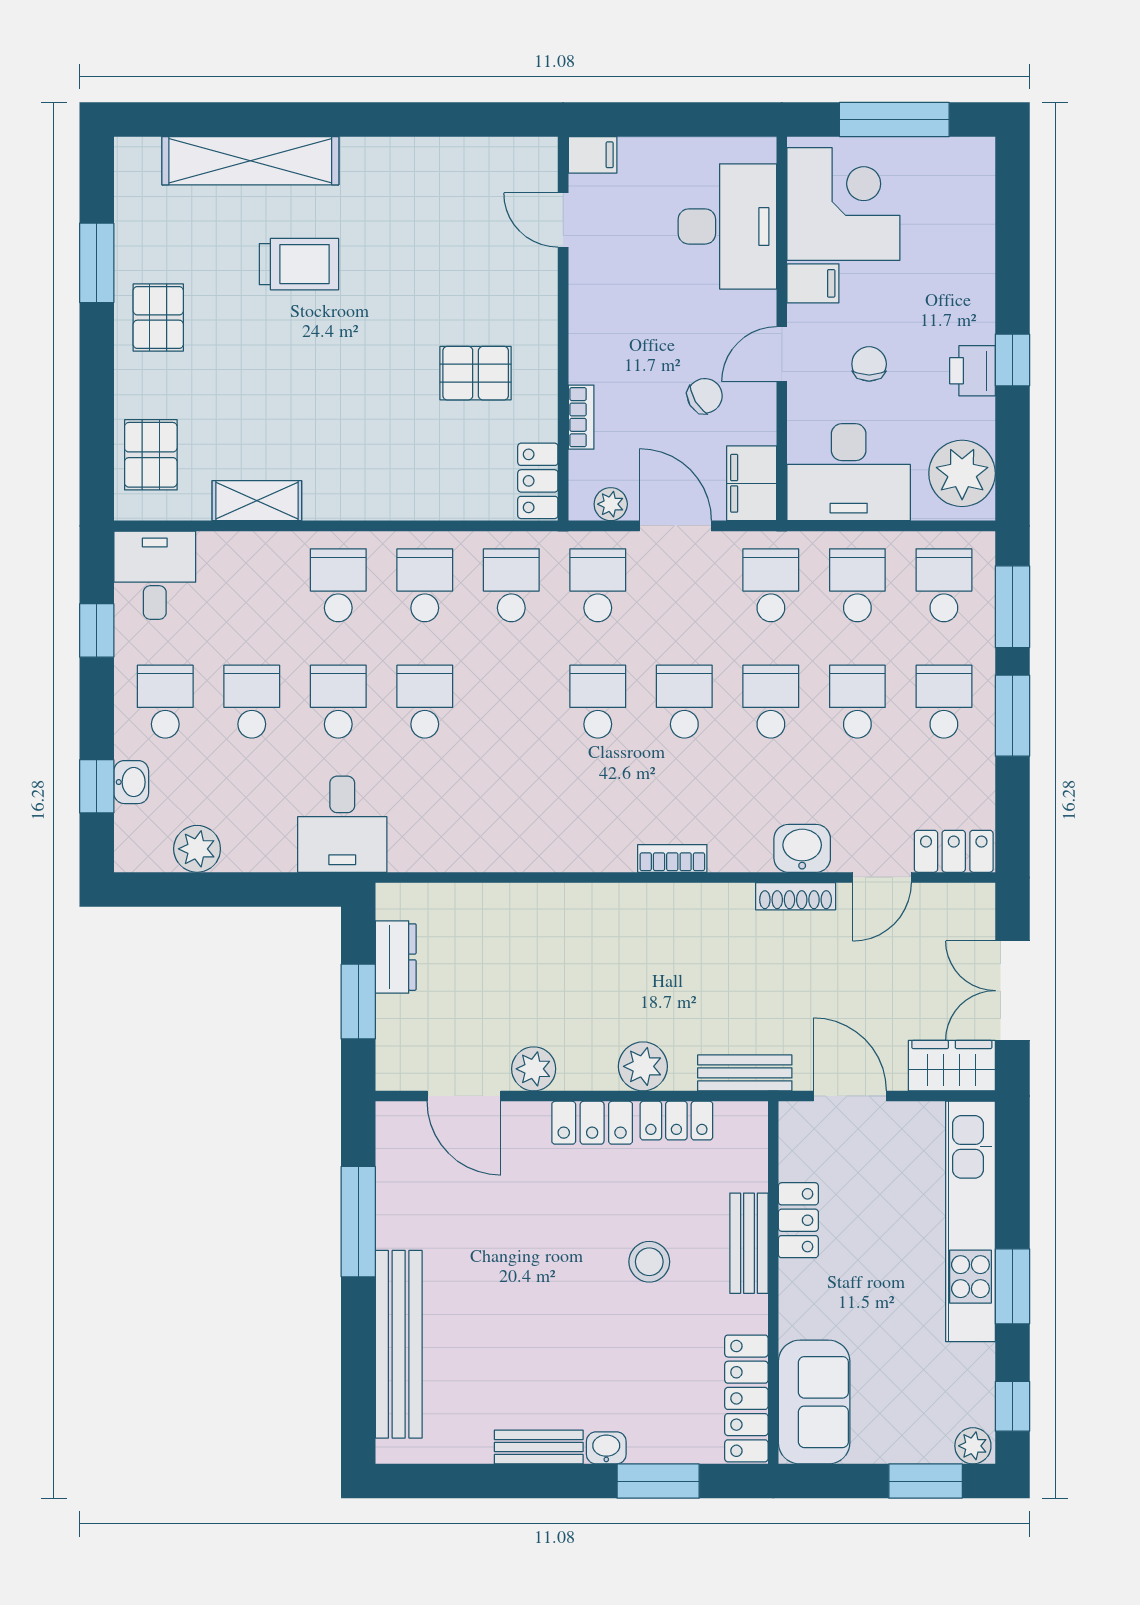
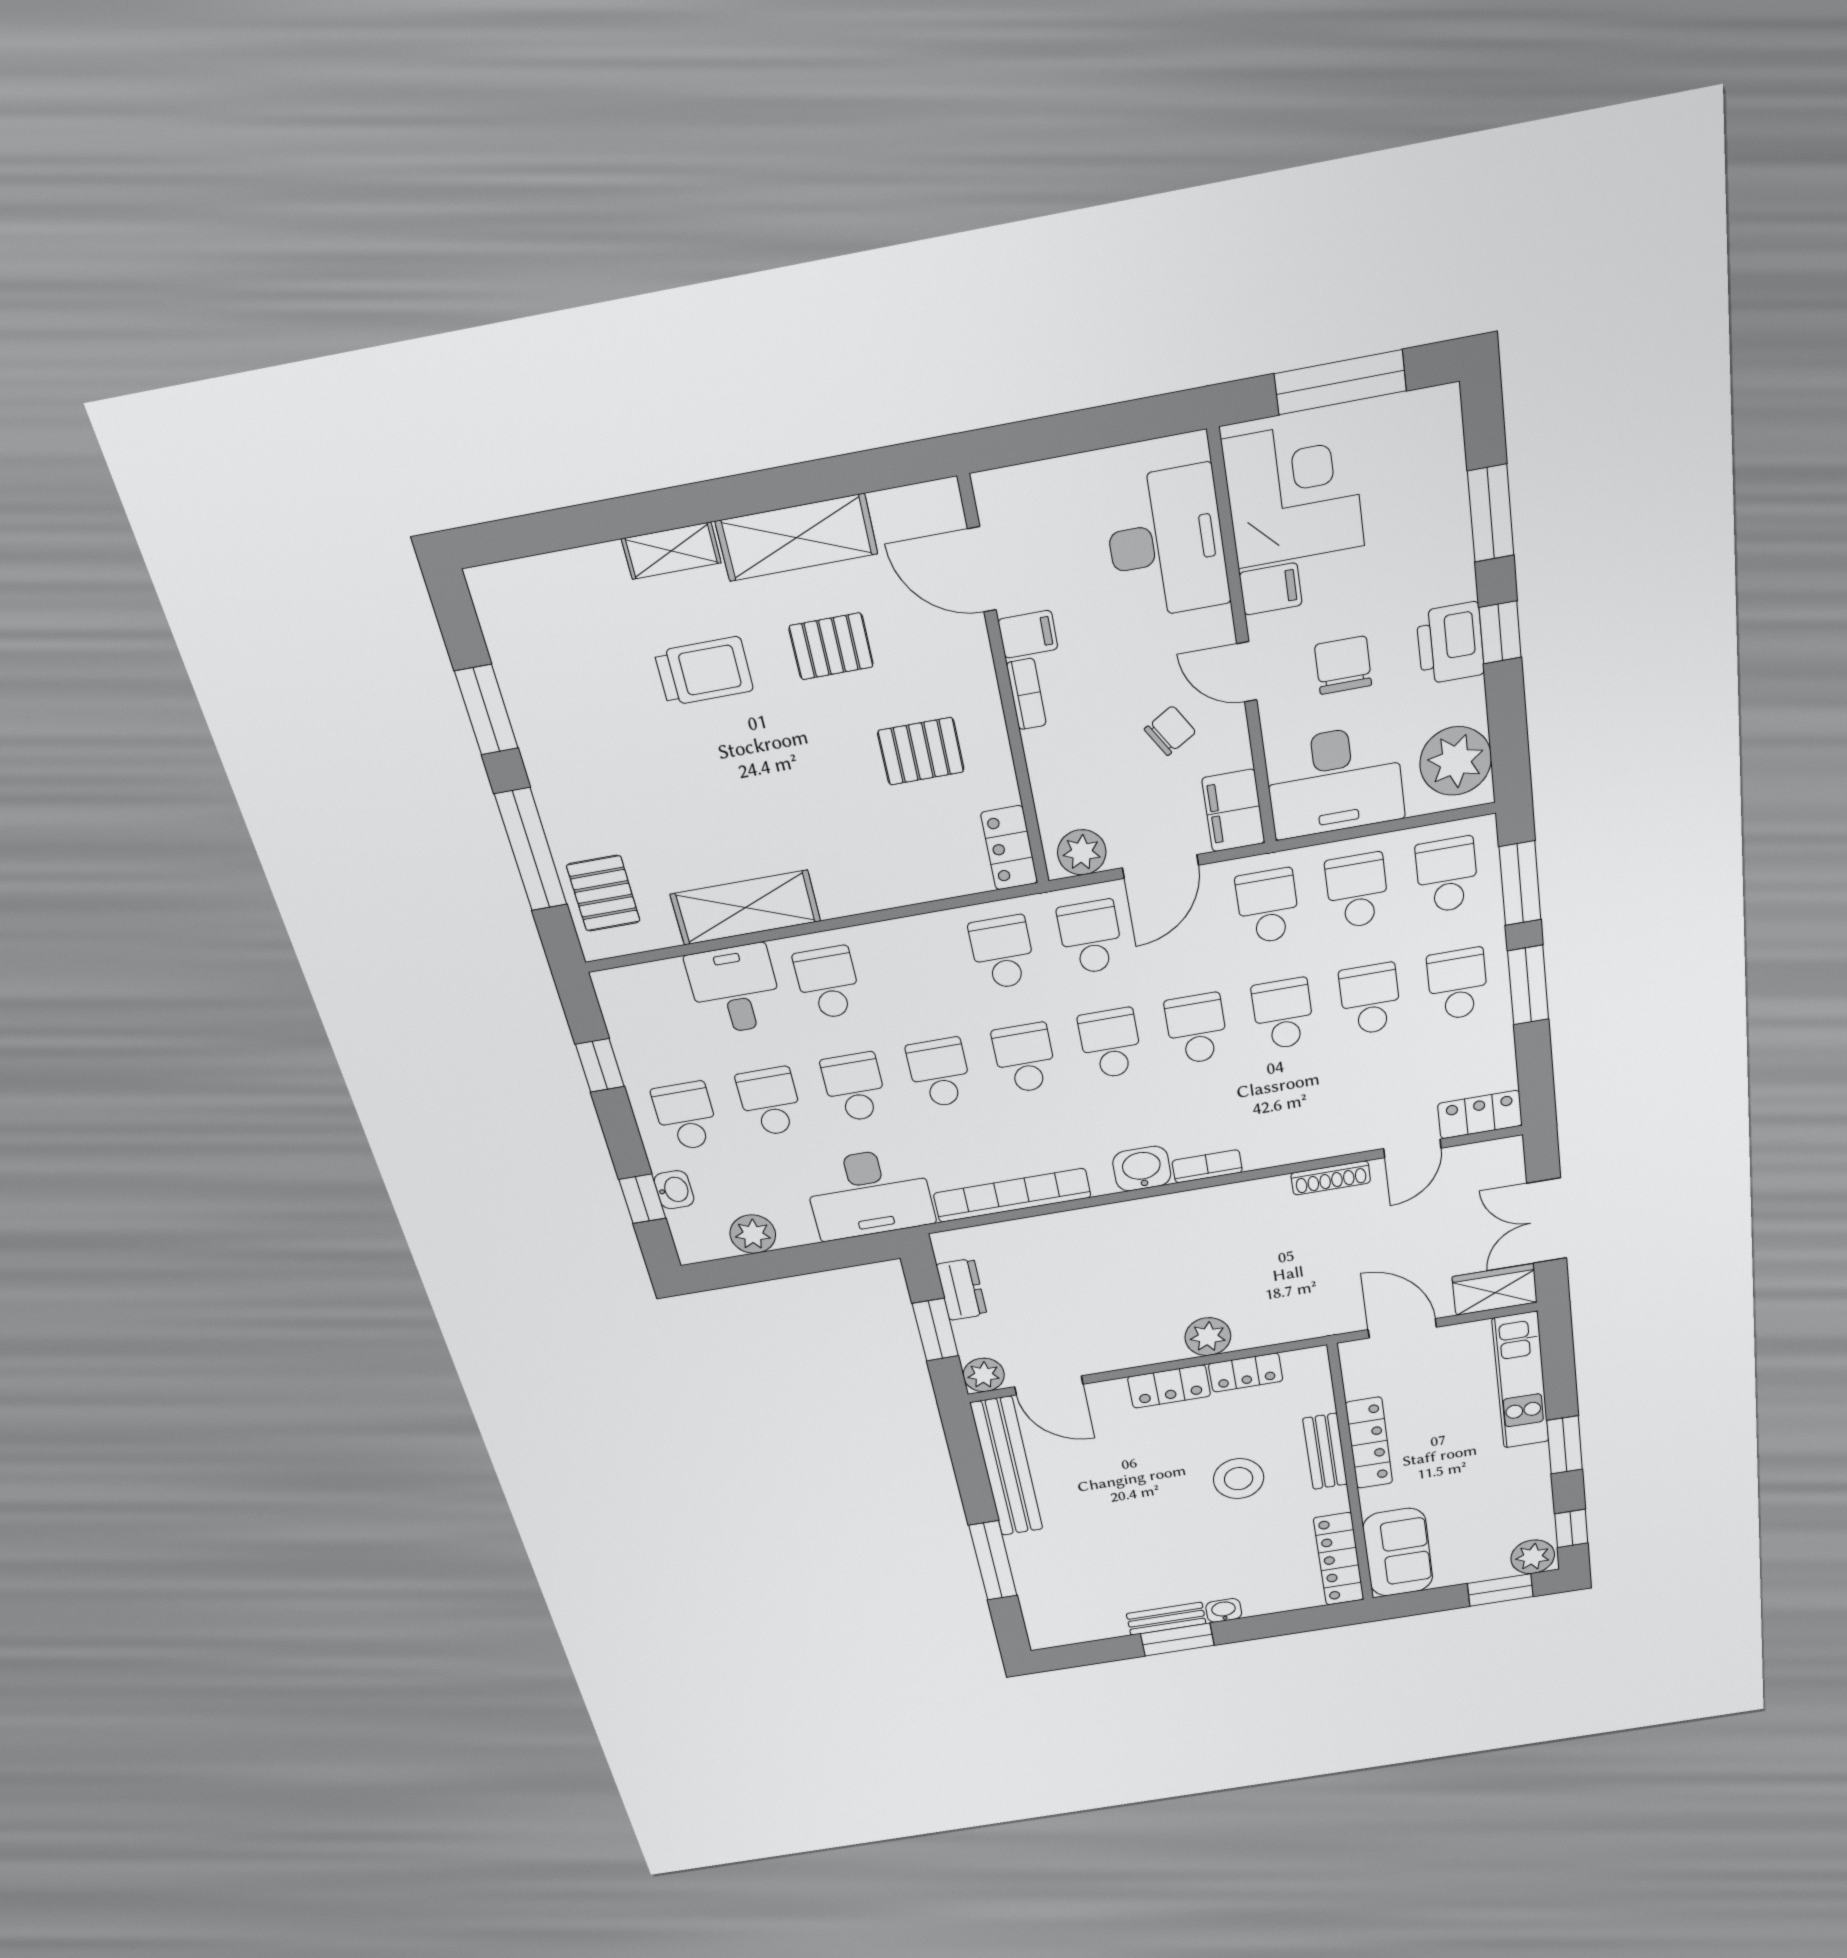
filing cabinet: (593, 155) -> (1028, 634), moved
shelving: (250, 161) -> (671, 551), width x0.45, depth x0.75
shelving: (409, 163) -> (797, 538), added
door: (563, 220) -> (982, 570), width x1.38
window: (1012, 253) -> (1491, 513), added
pallet: (158, 318) -> (831, 646), moved, turned 90
door: (782, 354) -> (1247, 672), hinge flipped
chair: (869, 364) -> (1343, 665), width x1.37, depth x1.37
printer: (972, 371) -> (1450, 643), width x1.36, depth x1.24
window: (97, 400) -> (531, 850), added
bookcase: (581, 417) -> (1026, 694), moved
shelving: (257, 501) -> (745, 908), width x1.50, depth x1.33
plant: (611, 504) -> (1082, 852), width x1.38, depth x1.38
door: (675, 526) -> (1160, 867), swing flipped
desk: (155, 575) -> (735, 989), moved
school desk: (425, 585) -> (1025, 1058), moved
desk: (342, 824) -> (869, 1194), width x1.37
washbasin: (802, 848) -> (1142, 1169), moved
bookcase: (470, 854) -> (1012, 1195), added
plant: (534, 1069) -> (984, 1375), moved
bench: (745, 1073) -> (1303, 1326), removed
locker: (798, 1220) -> (1369, 1443), width x1.53
kitchen unit: (970, 1221) -> (1521, 1381), width x0.73
window: (358, 1222) -> (993, 1561), moved
stool: (649, 1262) -> (1239, 1479), width x1.38, depth x1.38
bench: (399, 1344) -> (1007, 1467), moved
plant: (973, 1446) -> (1533, 1557), width x1.38, depth x1.38
window: (658, 1481) -> (1177, 1640), moved

